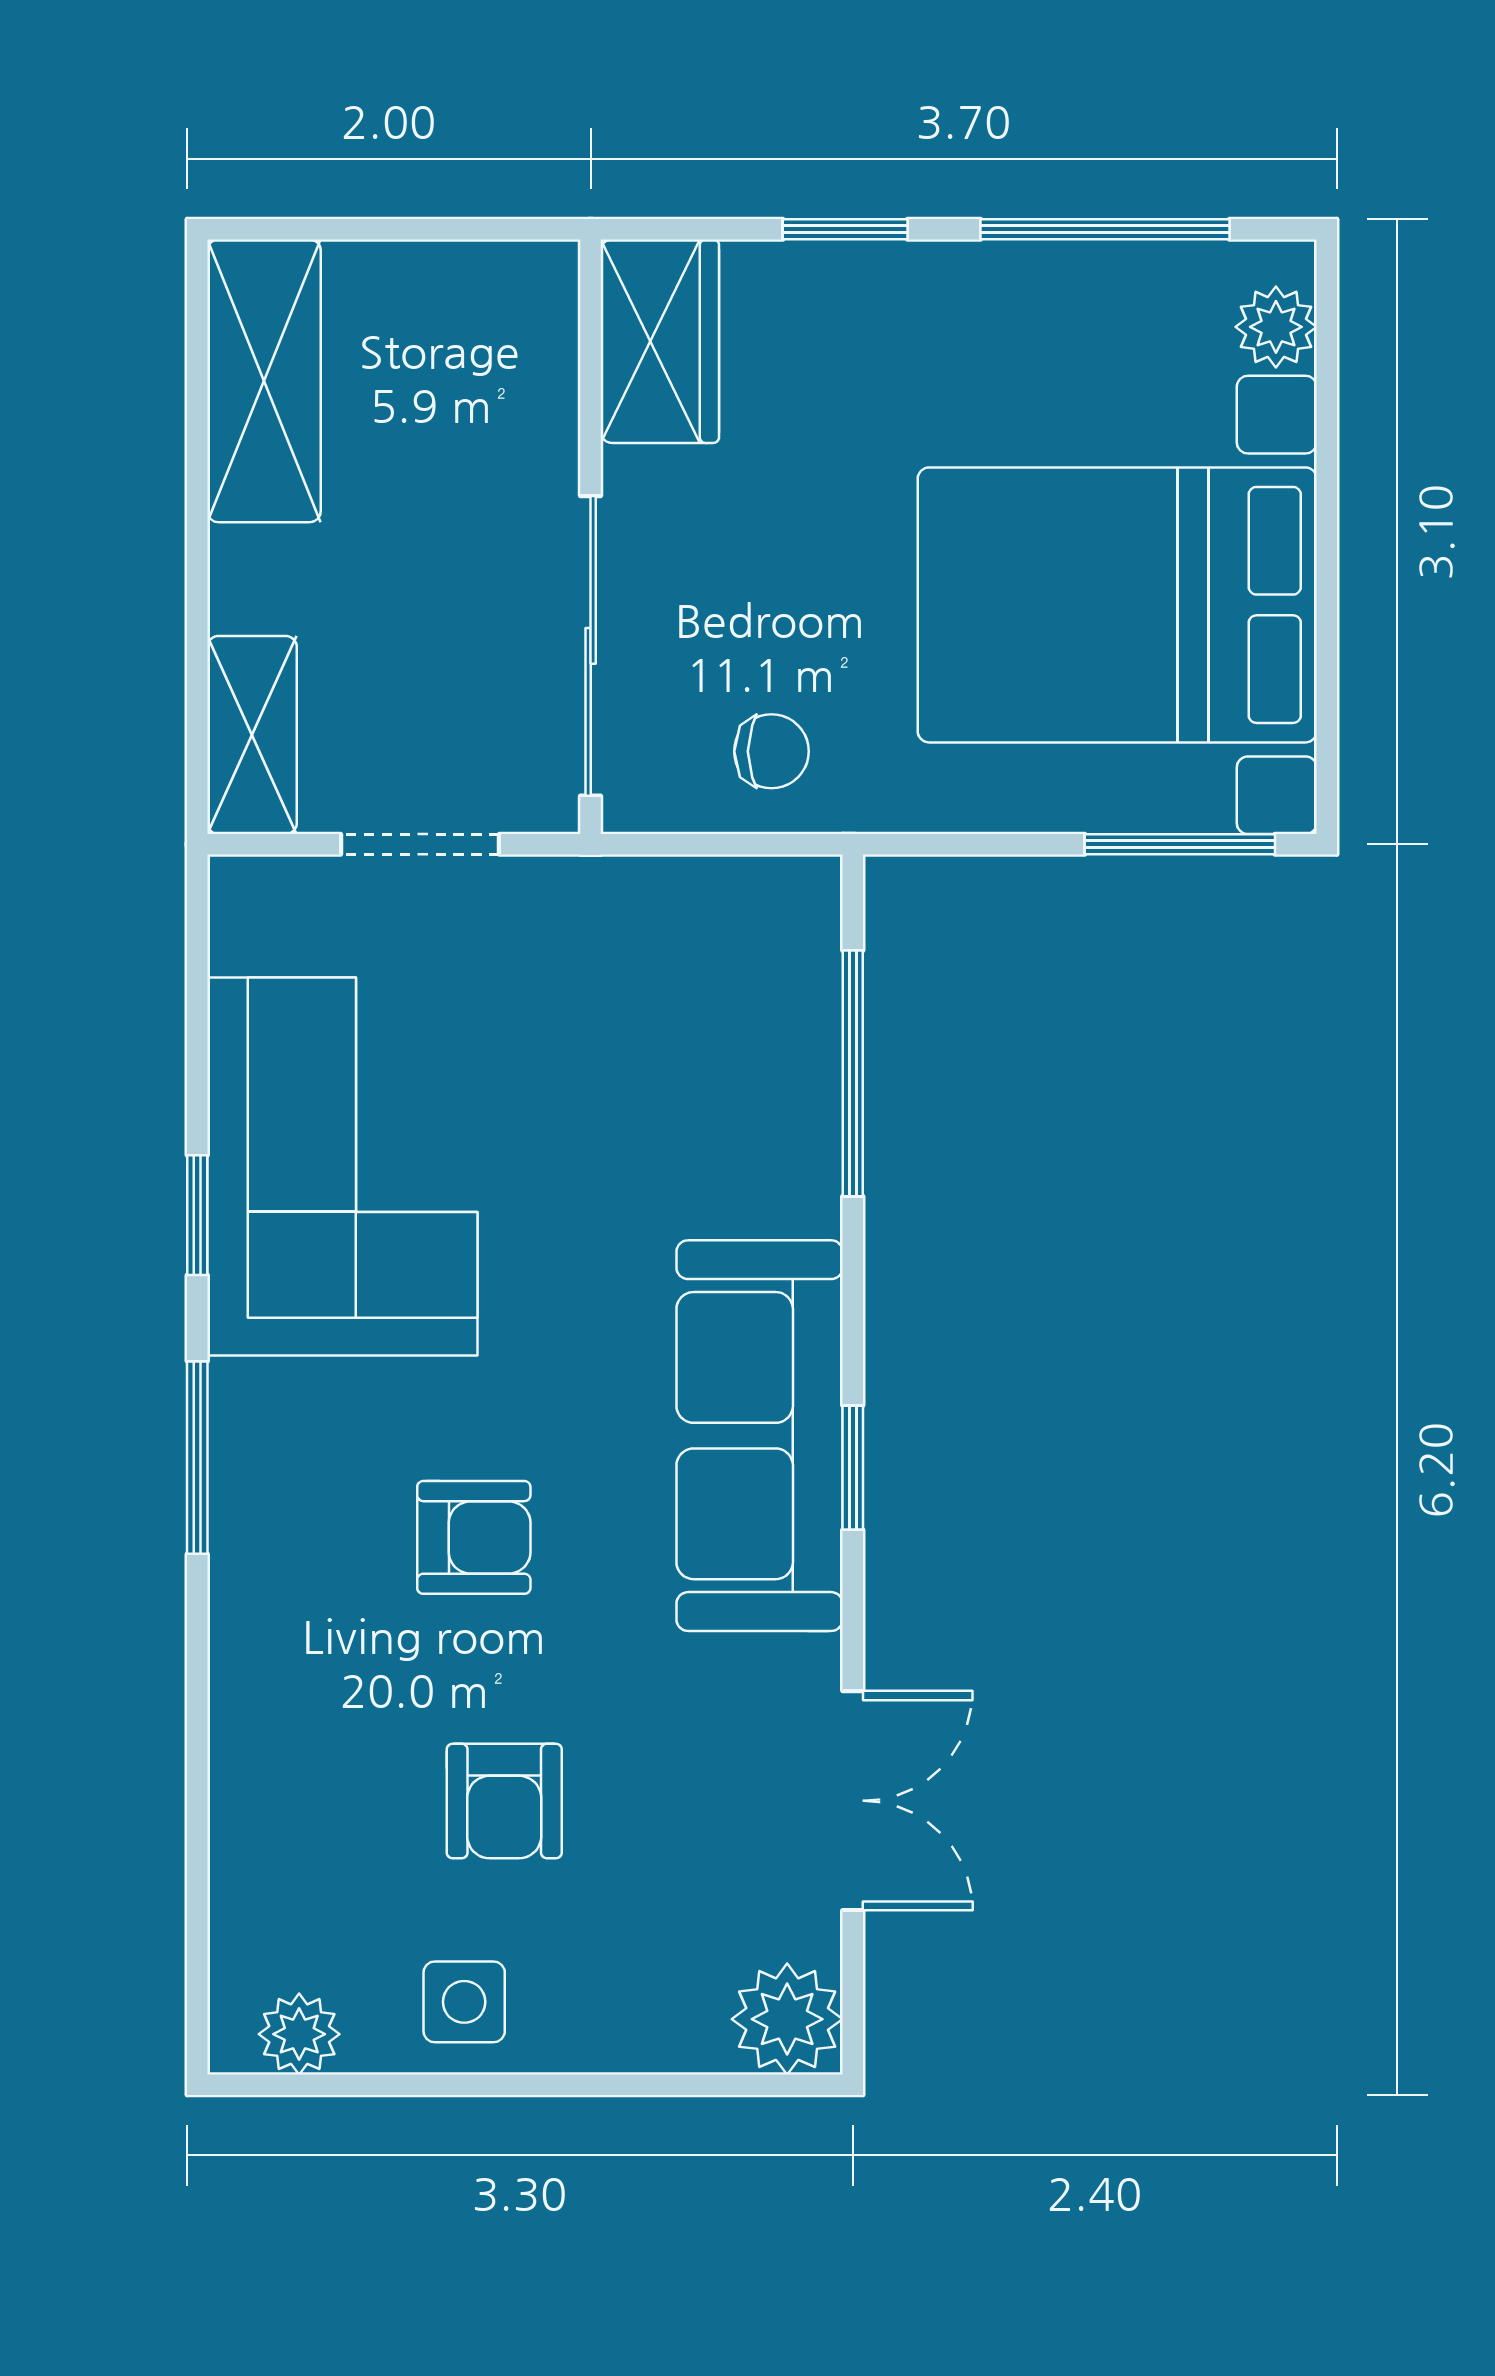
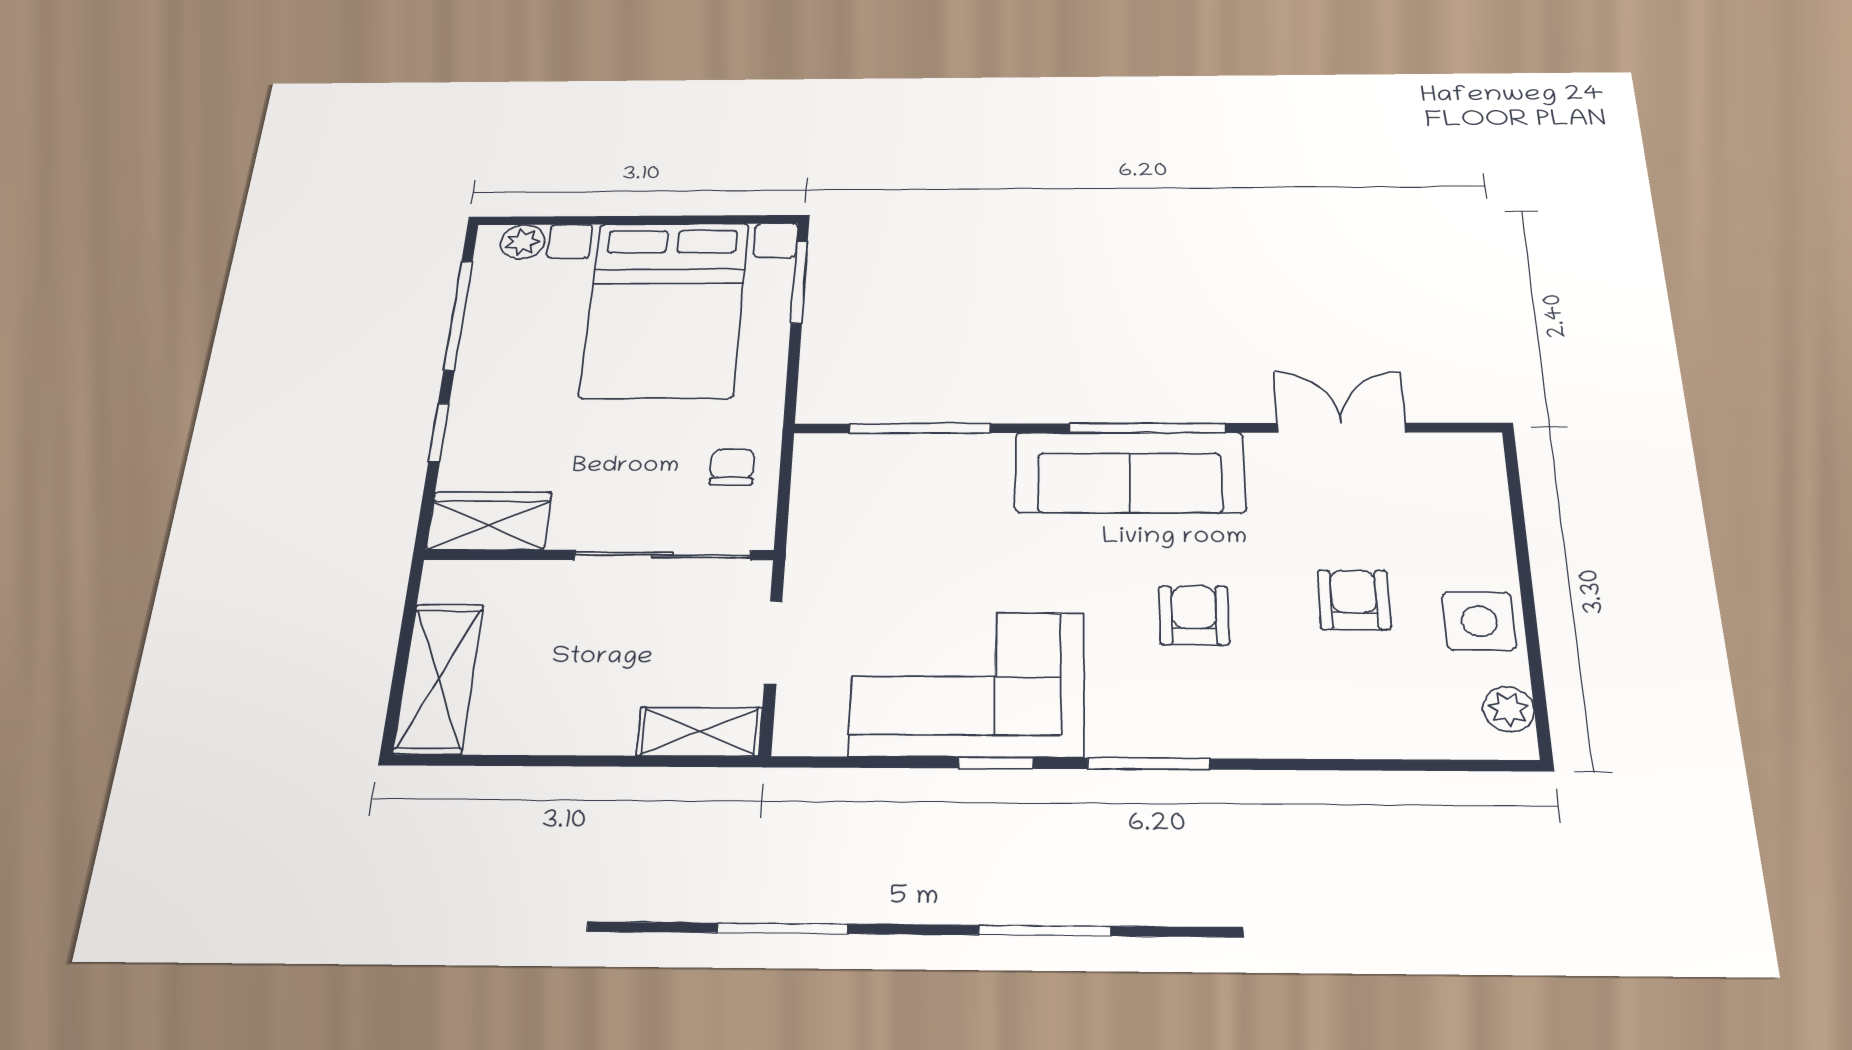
shelving: (264, 381) -> (439, 678), moved, turned 90
window: (853, 1468) -> (1147, 428), width x2.17
armchair: (504, 1801) -> (1354, 600), turned -90
side table: (464, 2002) -> (1479, 621), width x1.37, depth x1.37
plant: (787, 2019) -> (1472, 459), removed

